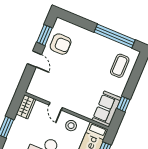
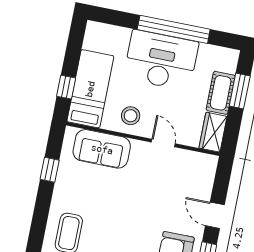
sofa: (107, 109) -> (102, 149), moved, turned 90
cot: (17, 128) -> (221, 93), added

